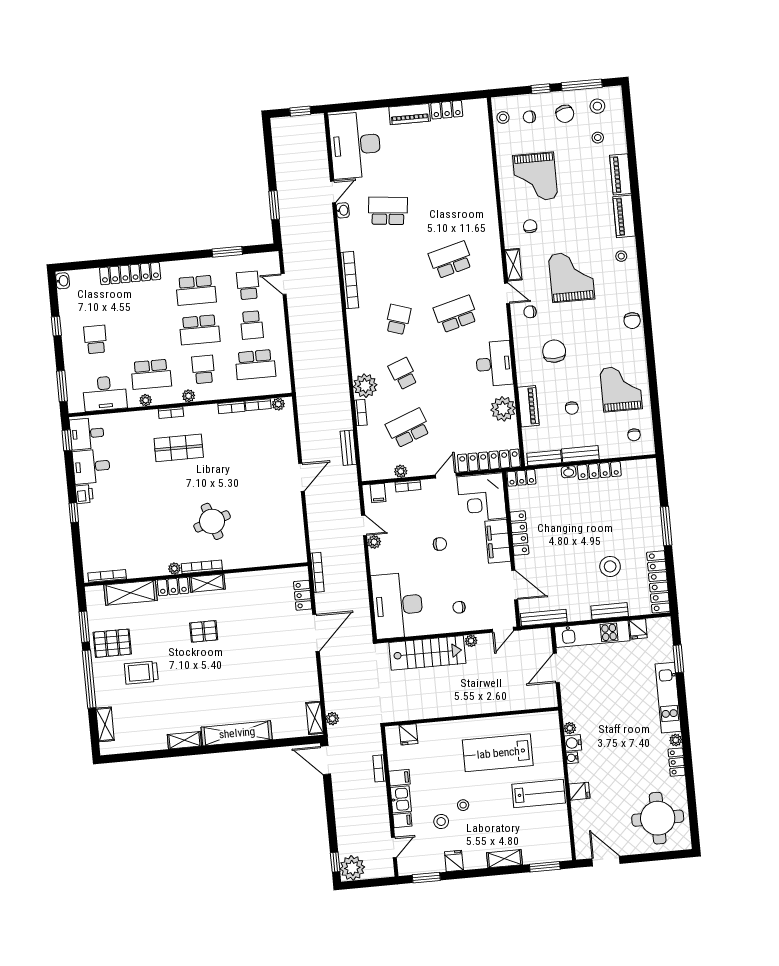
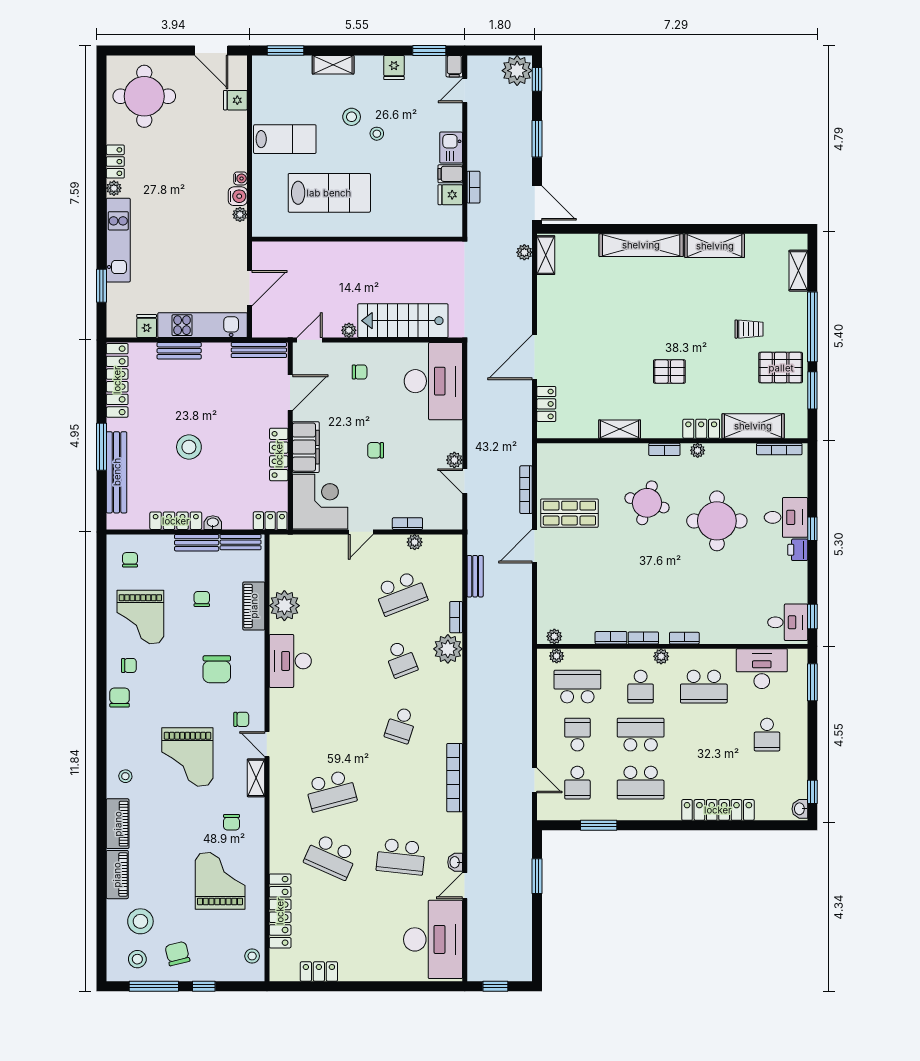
piano: (410, 114) -> (364, 971), removed
chair: (529, 117) -> (129, 665), moved
stool: (598, 138) -> (140, 921), width x1.89, depth x1.89
school desk: (196, 290) -> (641, 783), turned 180
school desk: (456, 314) -> (331, 857), moved, turned 39
window: (56, 326) -> (812, 792), moved
school desk: (151, 374) -> (704, 687), turned 180
plant: (146, 400) -> (557, 656), moved
bookcase: (258, 405) -> (643, 638), moved
shop shelf: (179, 448) -> (569, 513), moved
locker: (489, 461) -> (280, 911), moved, turned -90
desk: (91, 466) -> (786, 517), moved
filing cabinet: (378, 493) -> (444, 518), removed
bench: (652, 506) -> (117, 472), added
round table: (153, 512) -> (717, 521), added
round table: (212, 521) -> (647, 503), turned 34
stool: (610, 566) -> (189, 447), moved
bookcase: (202, 567) -> (664, 449), width x0.64
bookcase: (317, 572) -> (526, 490), moved
shelving: (207, 583) -> (620, 429), moved
door: (515, 585) -> (290, 393), swing flipped
trolley: (141, 672) -> (749, 329), width x0.73, depth x0.72
fridge: (409, 734) -> (450, 195), moved, turned -90
shelving: (184, 740) -> (715, 246), width x1.50, depth x1.33
fridge: (579, 791) -> (235, 100), moved
lab bench: (539, 794) -> (285, 139), turned 180
window: (331, 813) -> (537, 139), added
filing cabinet: (402, 820) -> (454, 66), moved, turned -90
stool: (441, 822) -> (352, 117), moved

